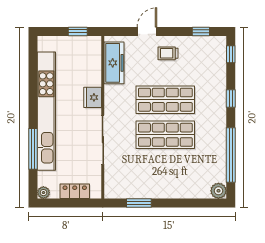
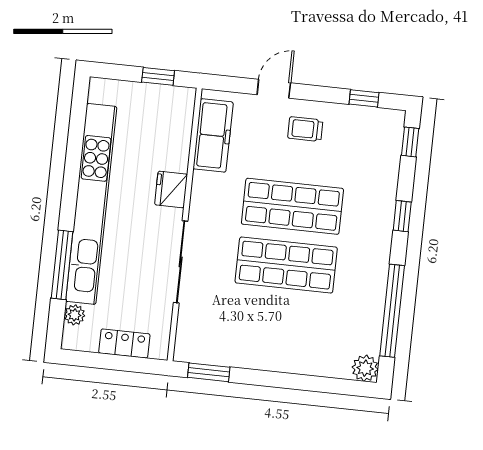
plant: (43, 193) -> (75, 315), moved
window: (139, 203) -> (209, 372), moved

